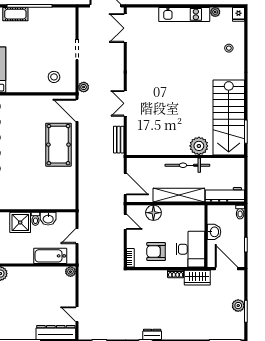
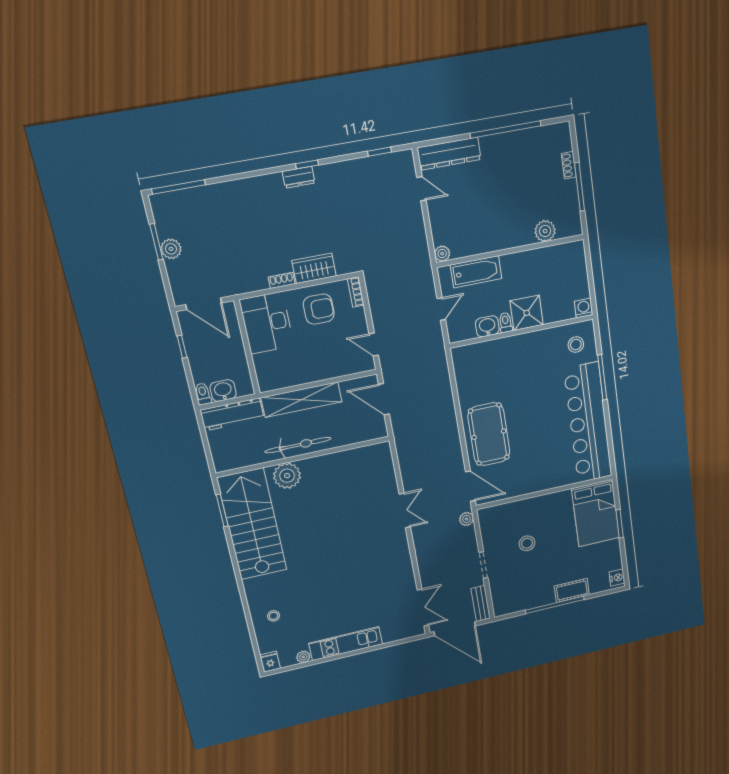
stool: (54, 77) -> (527, 543), moved
bench: (119, 140) -> (481, 603), moved
floor lamp: (153, 213) -> (334, 366), removed
washbasin: (214, 232) -> (223, 391), moved, turned 90
wardrobe: (197, 278) -> (314, 268), moved

